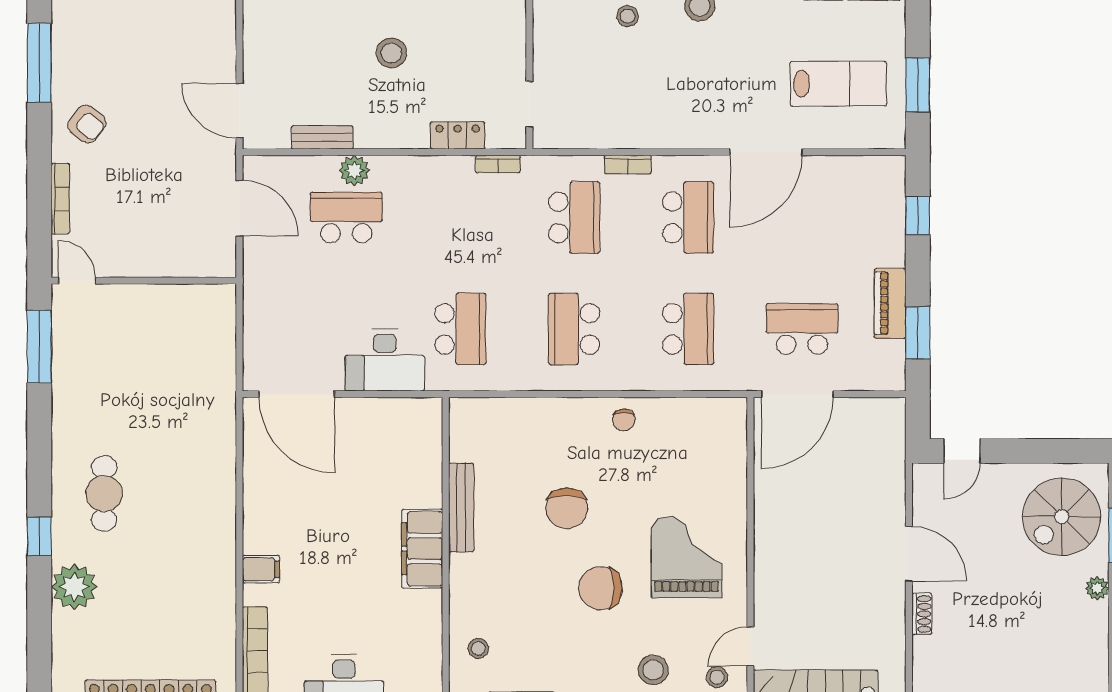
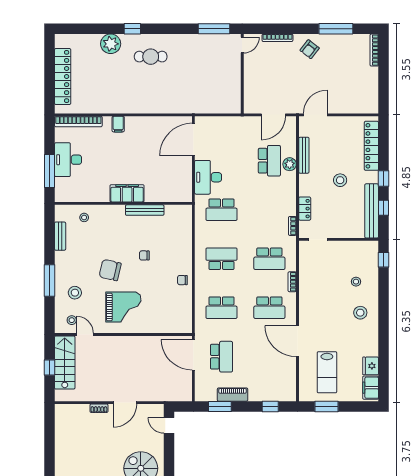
bench: (322, 137) -> (304, 155), width x1.36
chair: (567, 508) -> (144, 255), width x0.54, depth x0.54
chair: (600, 588) -> (110, 270), turned -77

